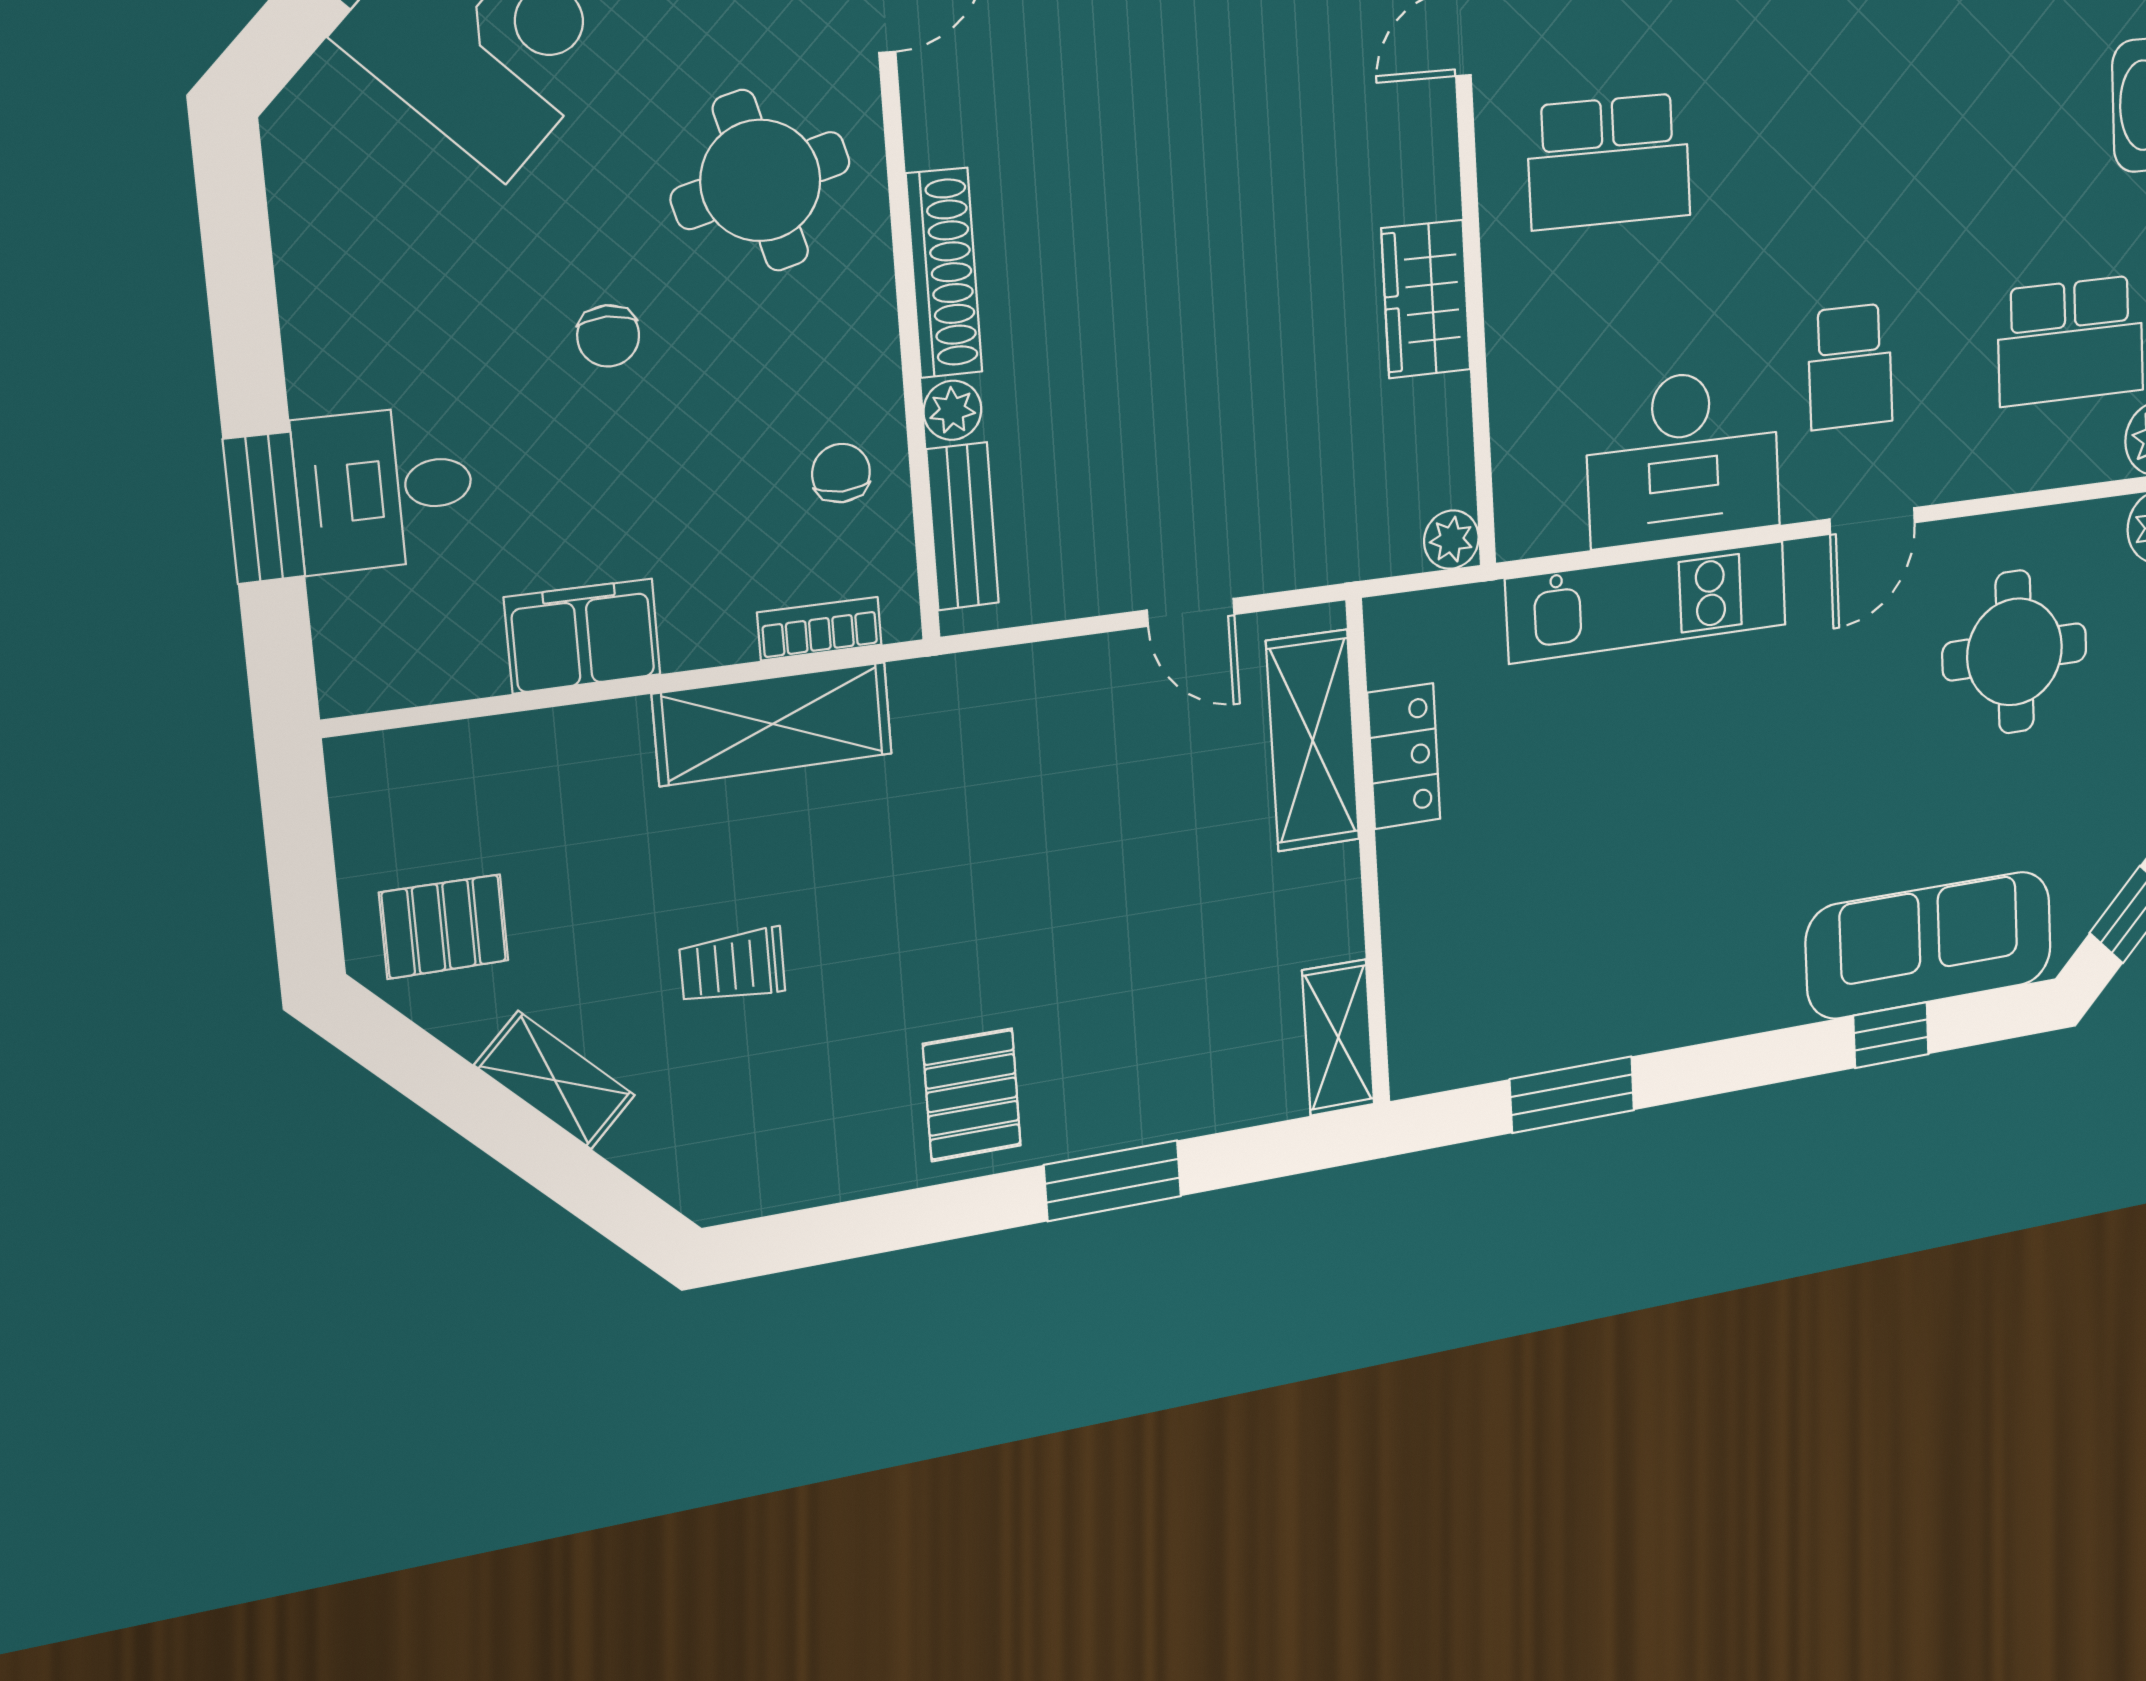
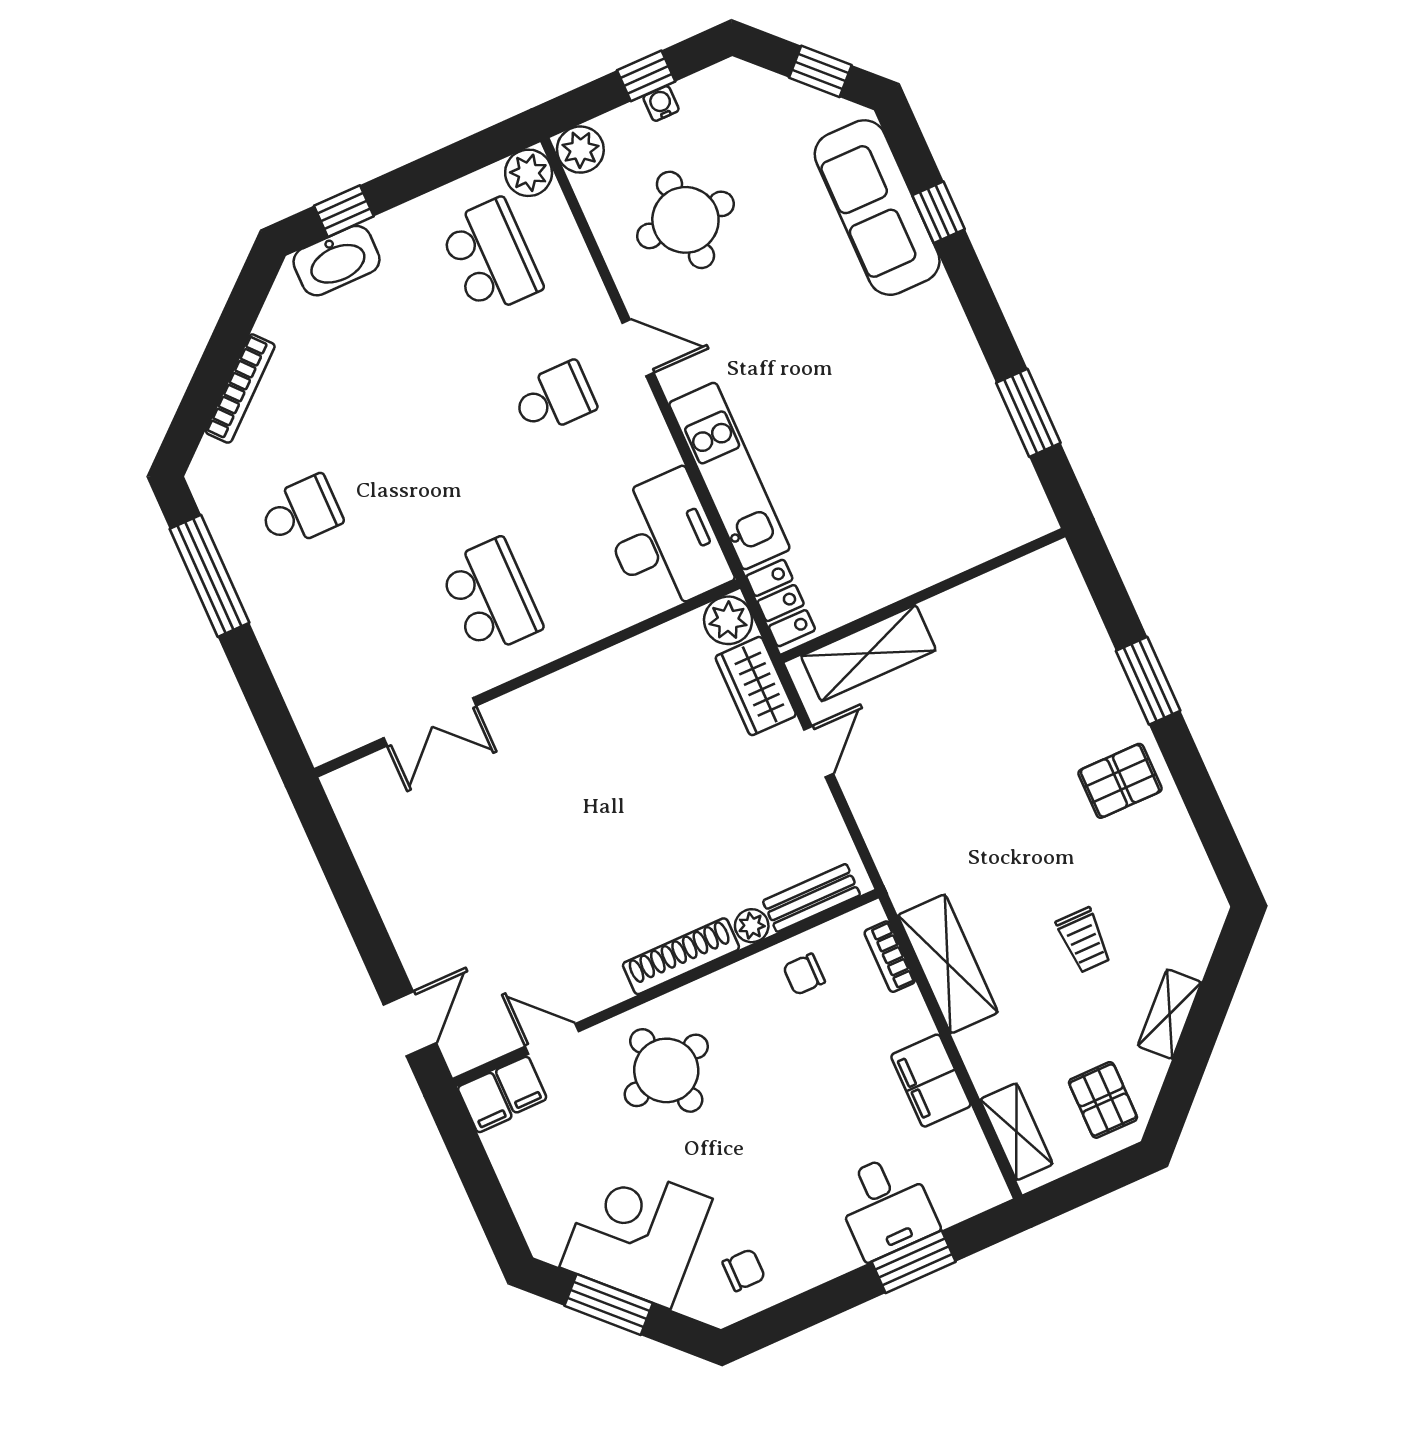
wardrobe: (1426, 299) -> (756, 686), moved, turned 90
chair: (608, 336) -> (744, 1270), moved
desk: (1683, 457) -> (665, 542), moved
plant: (1451, 540) -> (728, 620), width x1.38, depth x1.38
locker: (1404, 756) -> (781, 603), moved, turned 90
shelving: (1338, 1037) -> (1016, 1132), moved, turned 90

